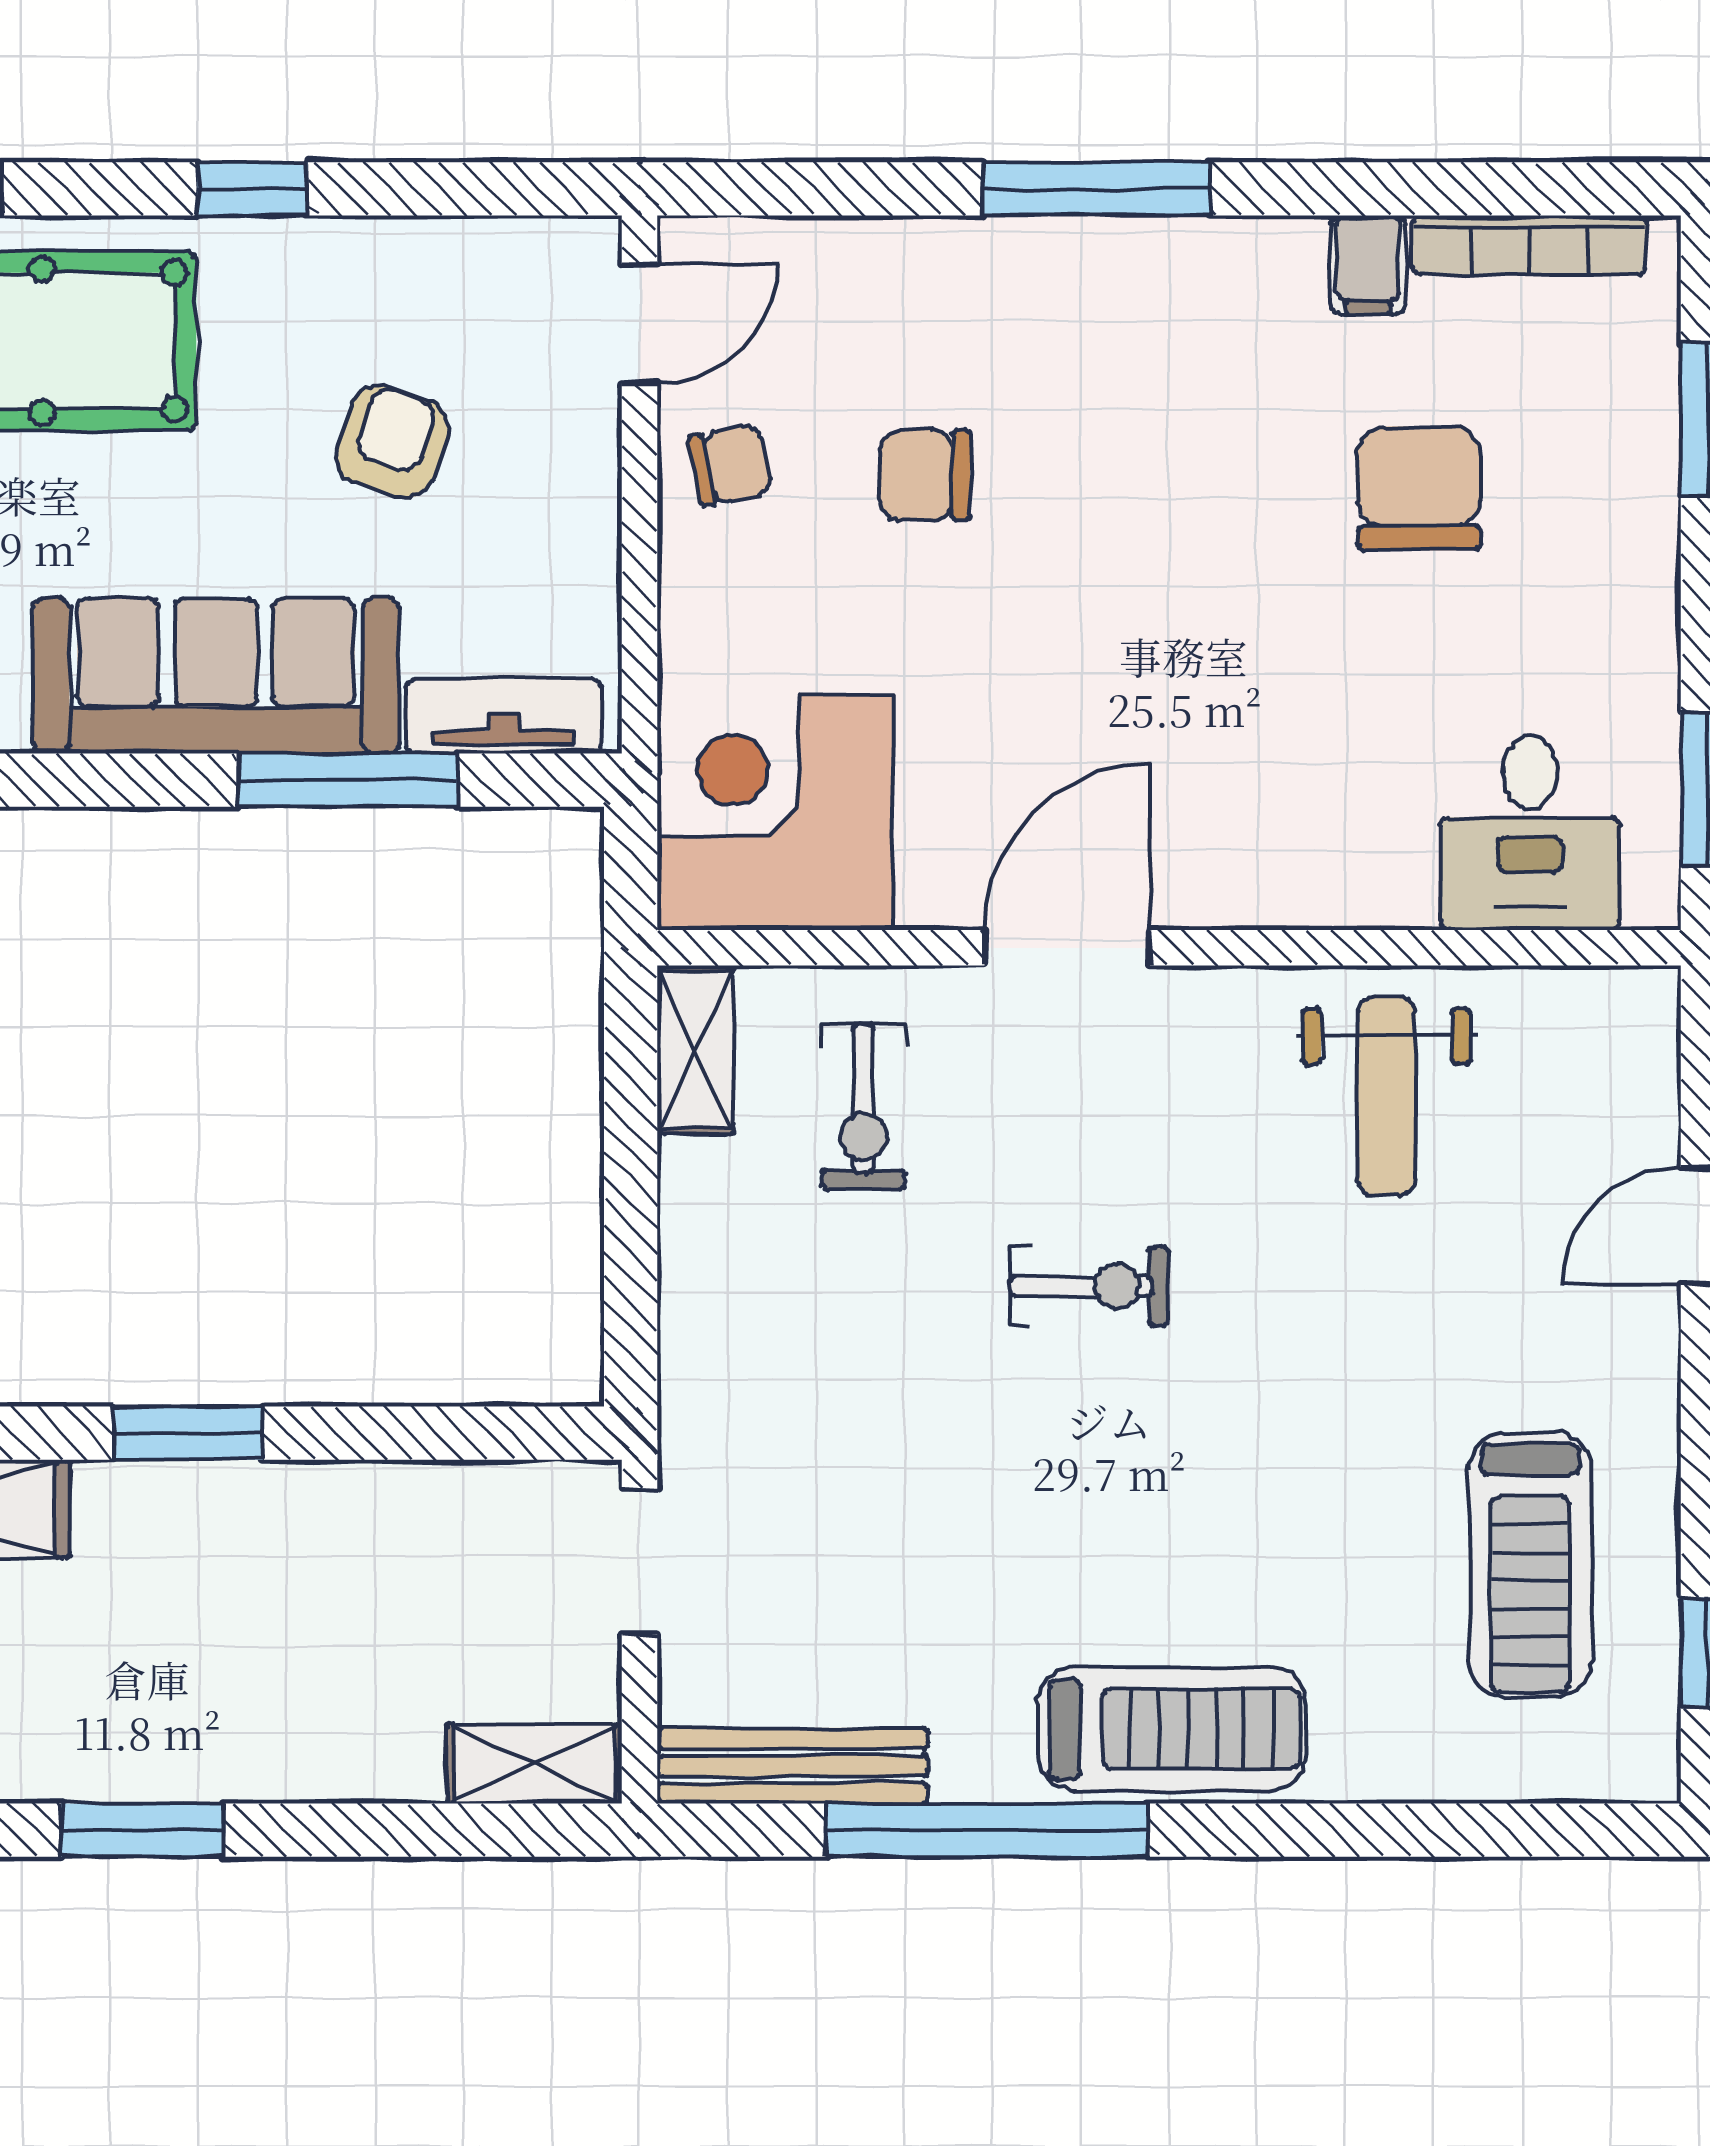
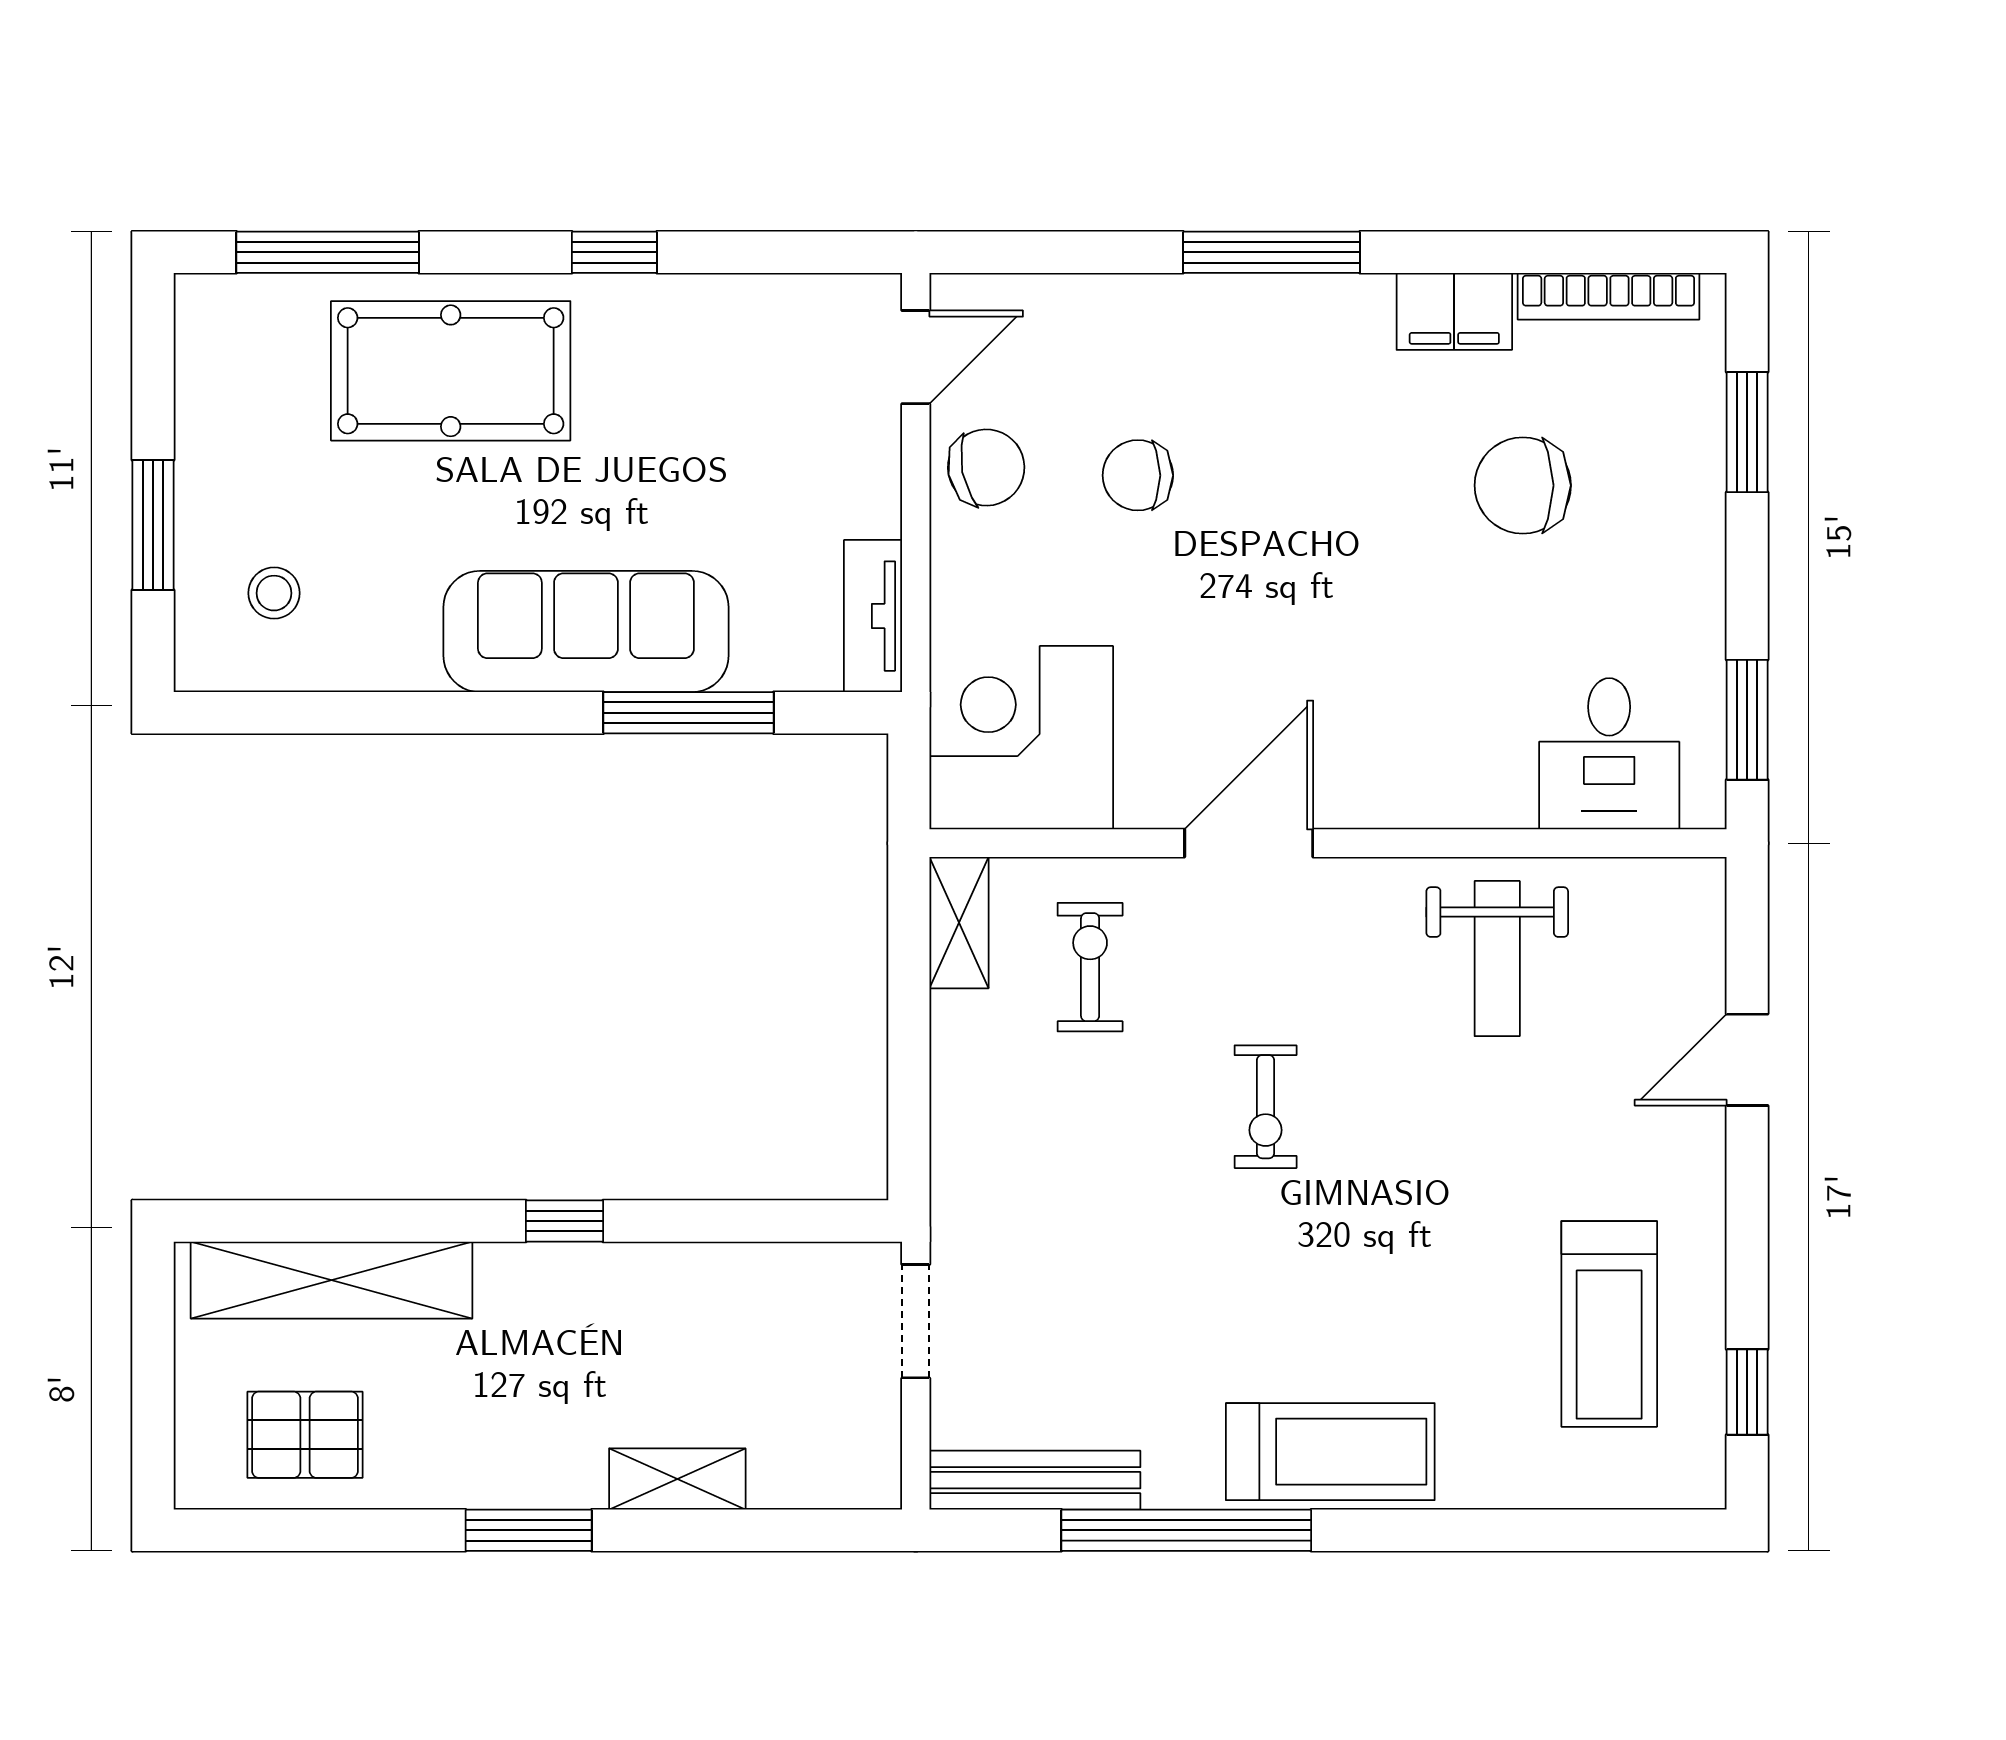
filing cabinet: (1368, 265) -> (1454, 311), width x2.00
armchair: (392, 442) -> (723, 449), removed
chair: (730, 465) -> (986, 468), width x1.37, depth x1.37
chair: (1419, 488) -> (1523, 485), turned -90
tv unit: (504, 716) -> (873, 616), moved, turned -90
exercise bike: (863, 1107) -> (1090, 967), turned 180
exercise bike: (1089, 1286) -> (1266, 1107), turned 90
window: (188, 1433) -> (564, 1221), width x0.67
shelving: (534, 1764) -> (677, 1479), moved

